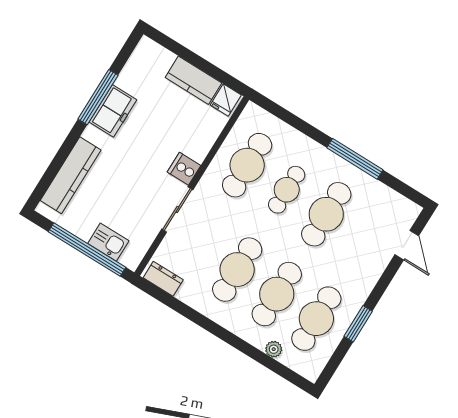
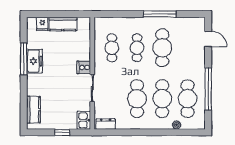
fridge: (226, 100) -> (42, 24), moved
cafe table: (247, 165) -> (112, 48), width x0.73, depth x0.74
kitchen counter: (71, 175) -> (33, 110), width x0.67
kitchen sink: (108, 242) -> (84, 120), moved, turned -90
window: (87, 250) -> (62, 132), width x0.32
window: (358, 324) -> (208, 89), width x2.11

